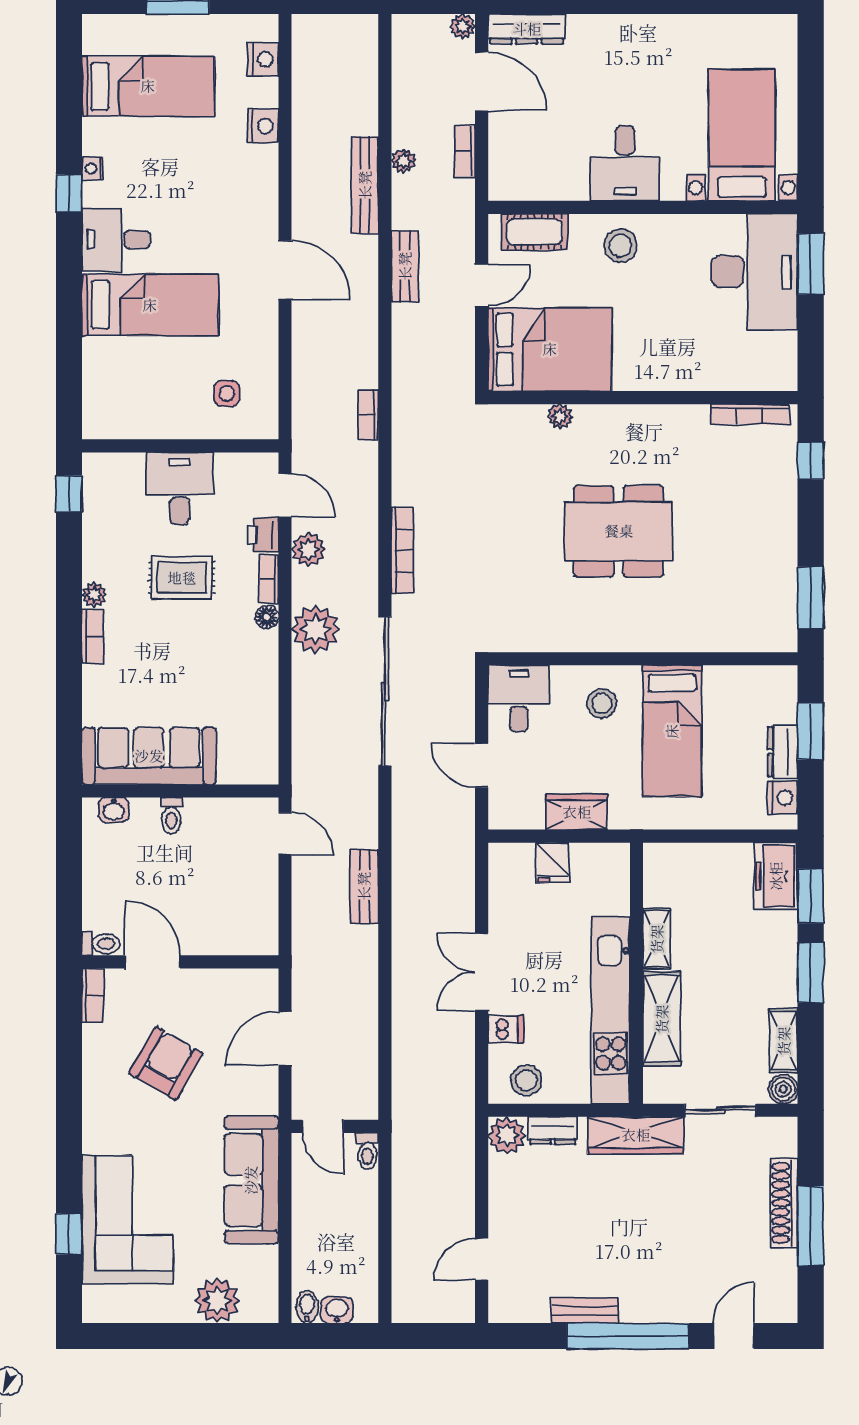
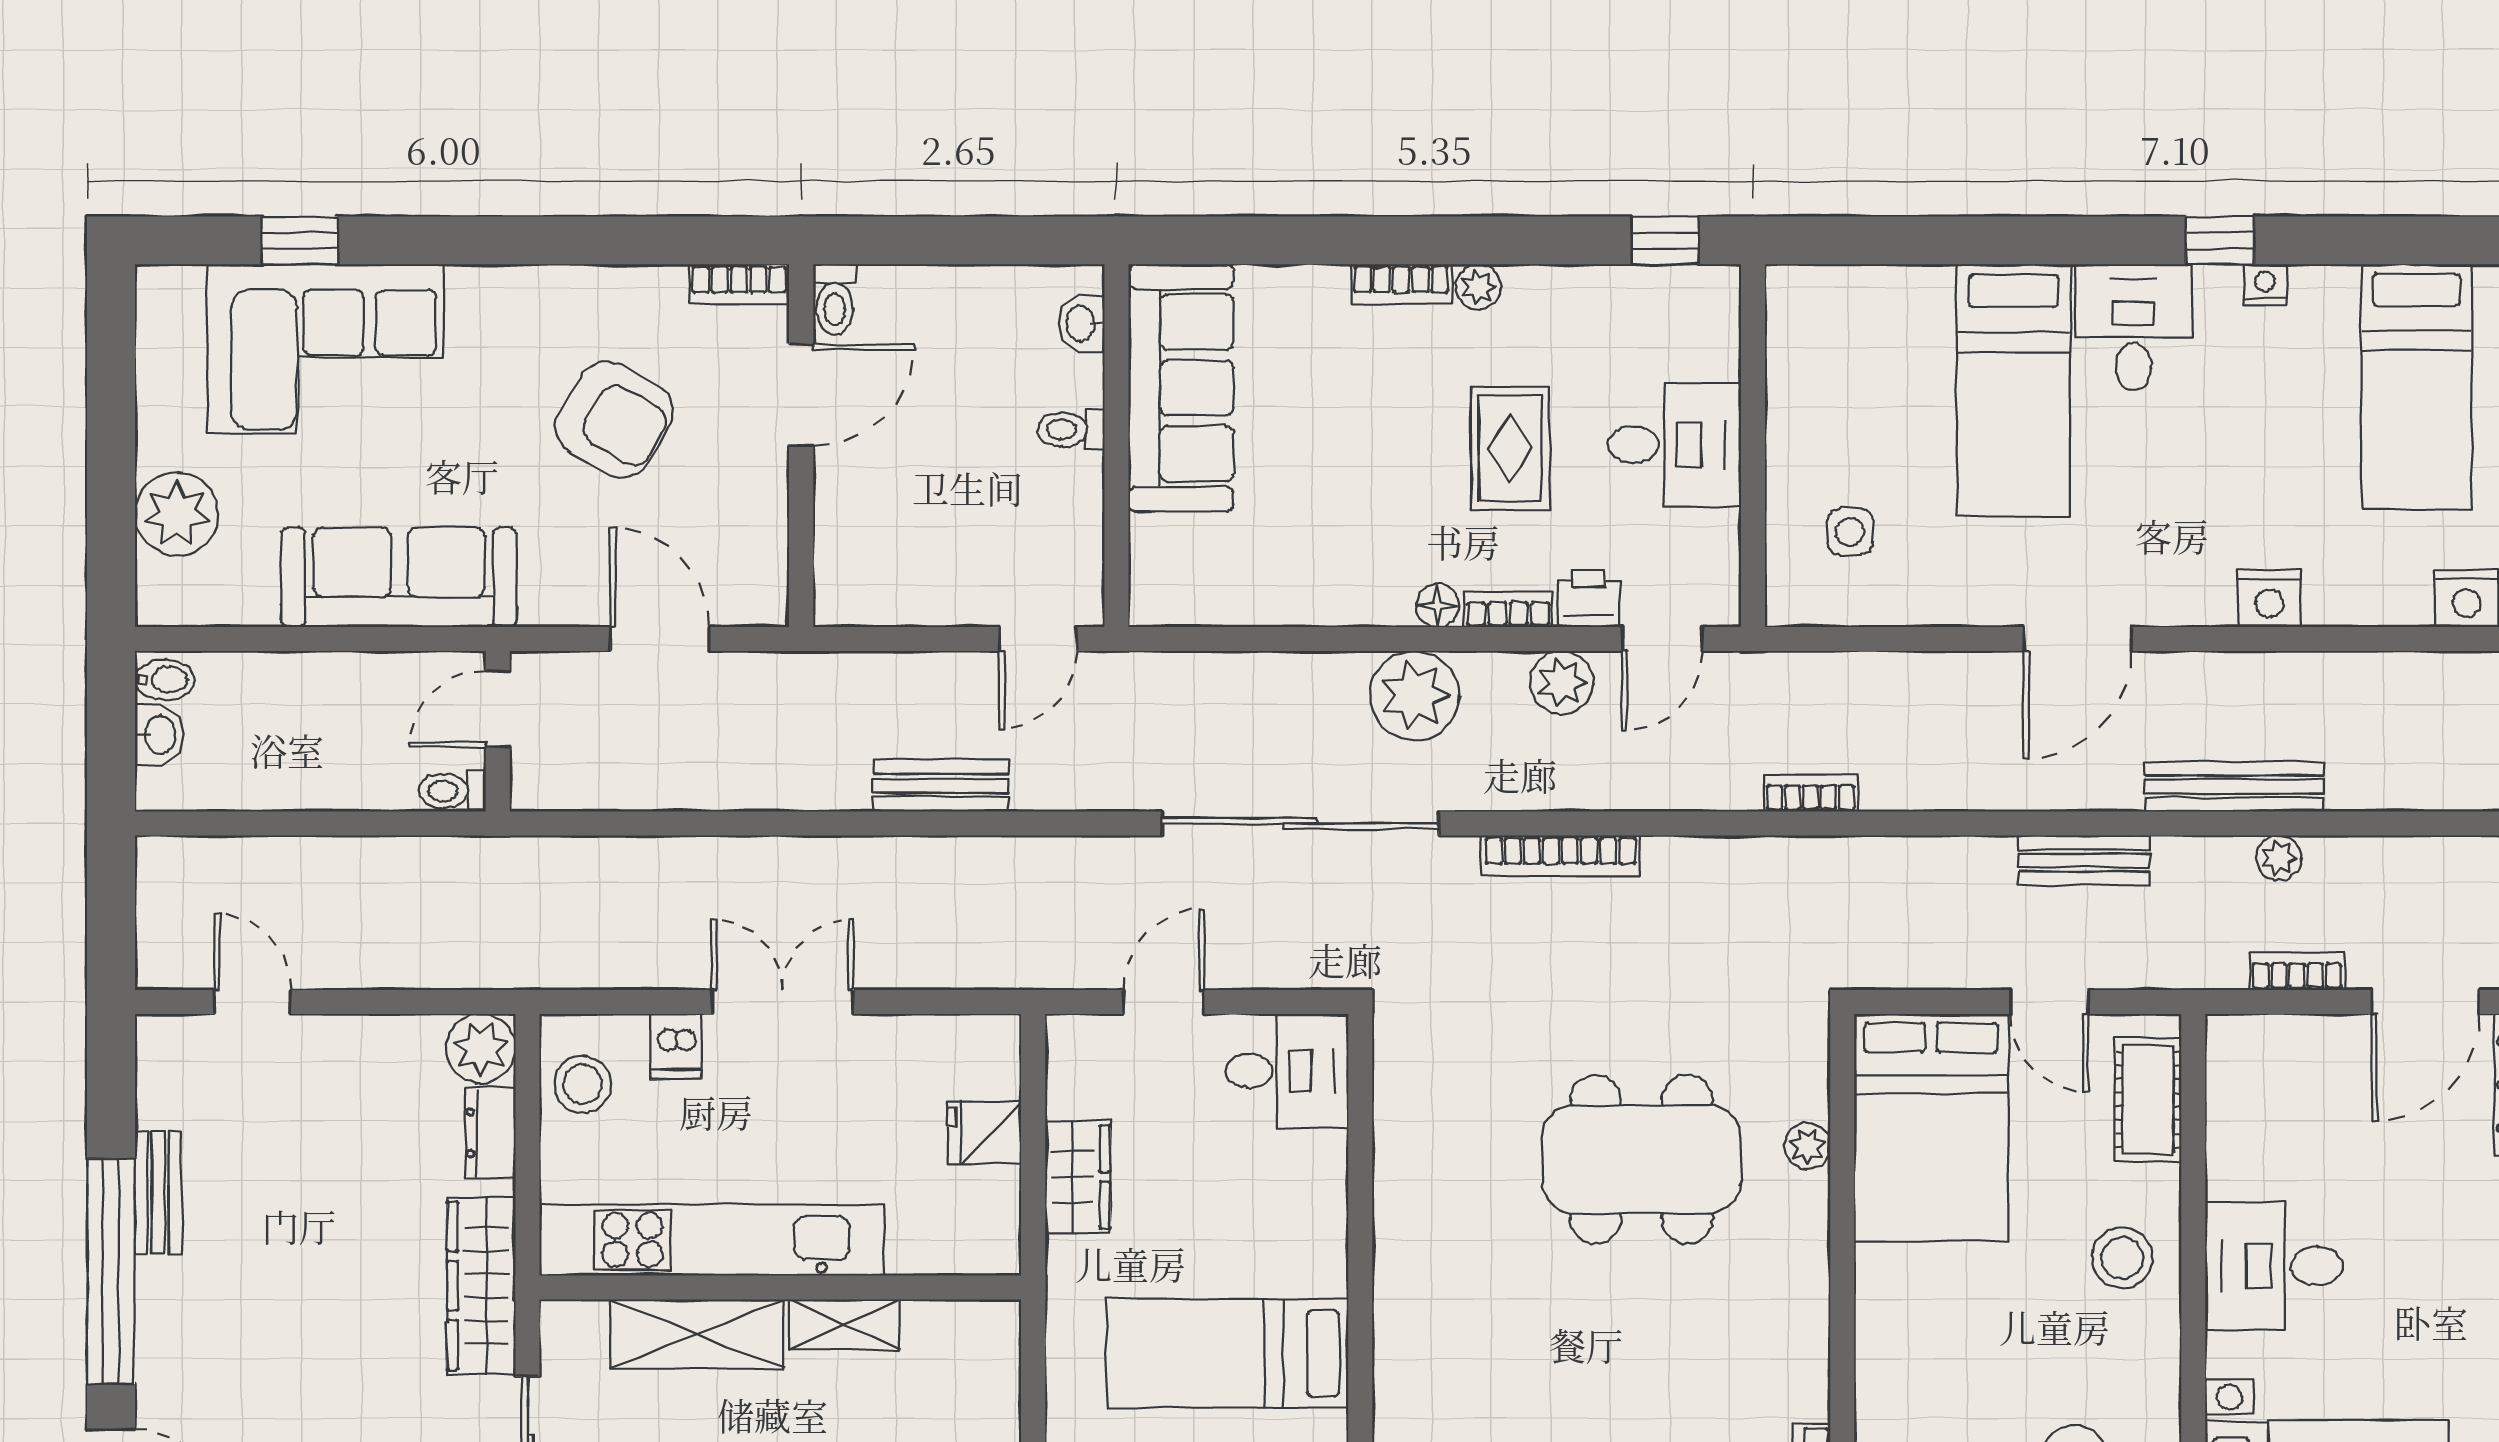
nightstand: (263, 126) -> (2270, 599), moved
dining table: (619, 531) -> (1641, 1159), moved, turned 90
stool: (602, 703) -> (1278, 1224), removed

